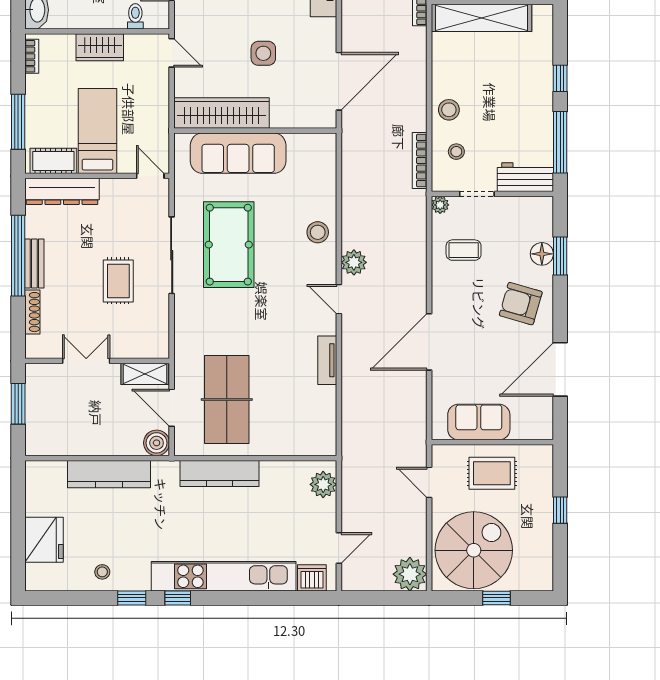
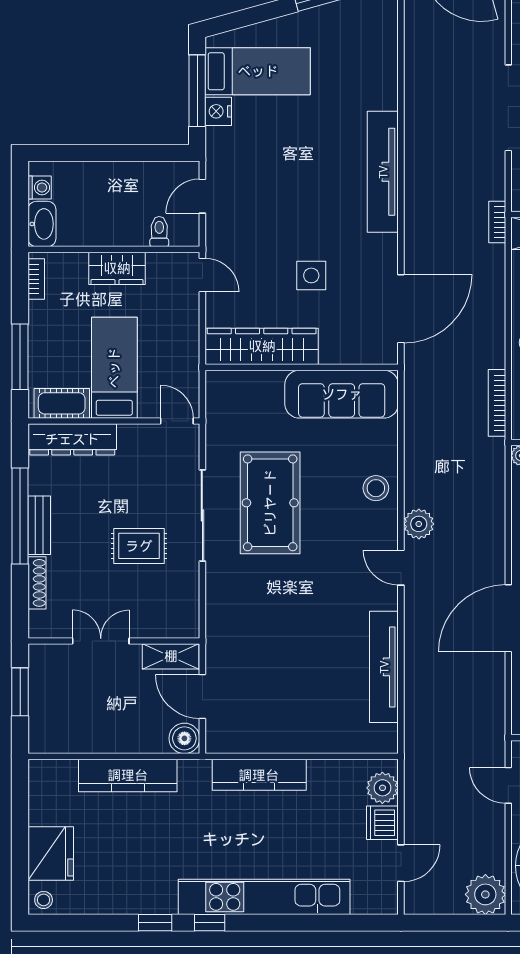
sofa: (238, 153) -> (342, 394), moved
rug: (118, 281) -> (139, 546), turned 90
tv unit: (327, 360) -> (384, 667), width x1.92, depth x1.29
table tennis table: (227, 400) -> (268, 687), removed
stool: (102, 572) -> (44, 900), moved
dishwasher: (312, 578) -> (382, 823), moved, turned -90

